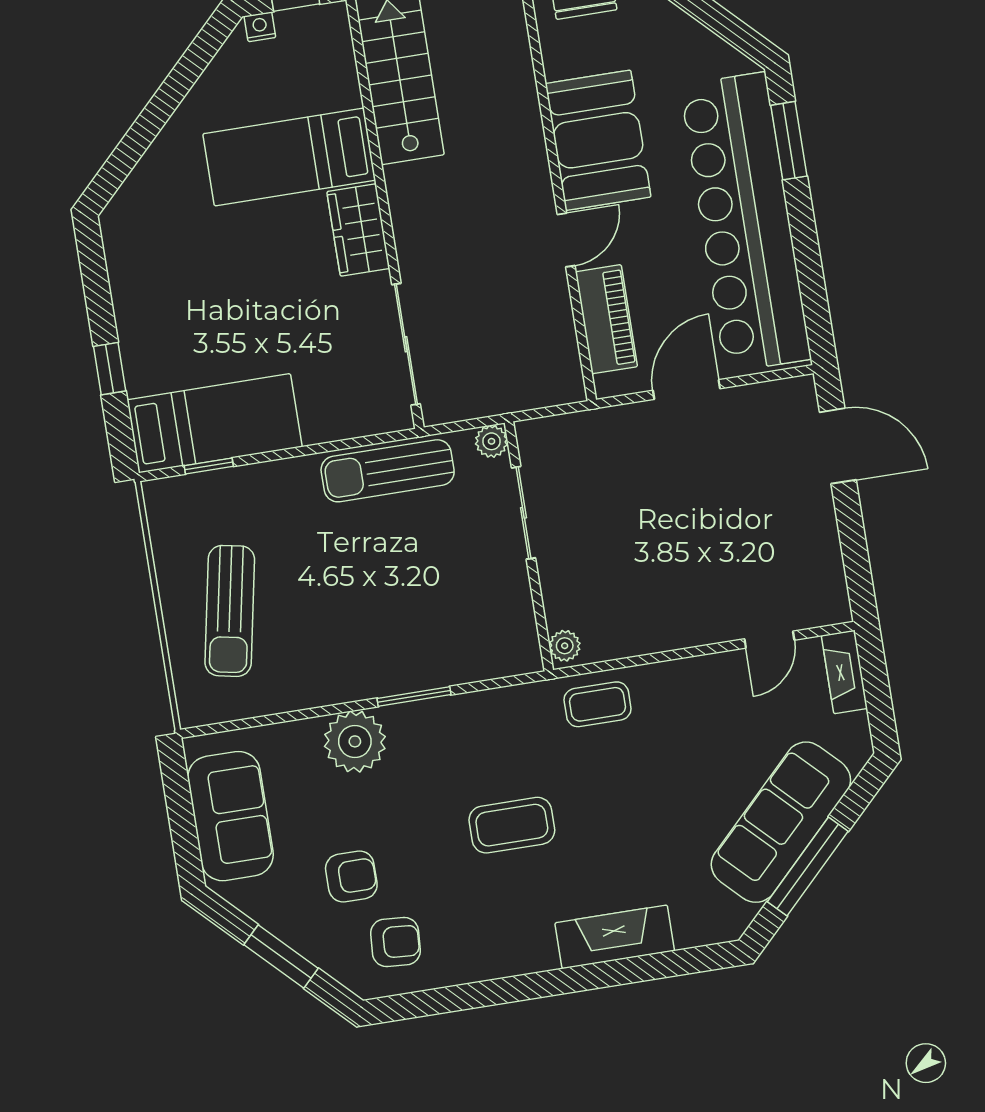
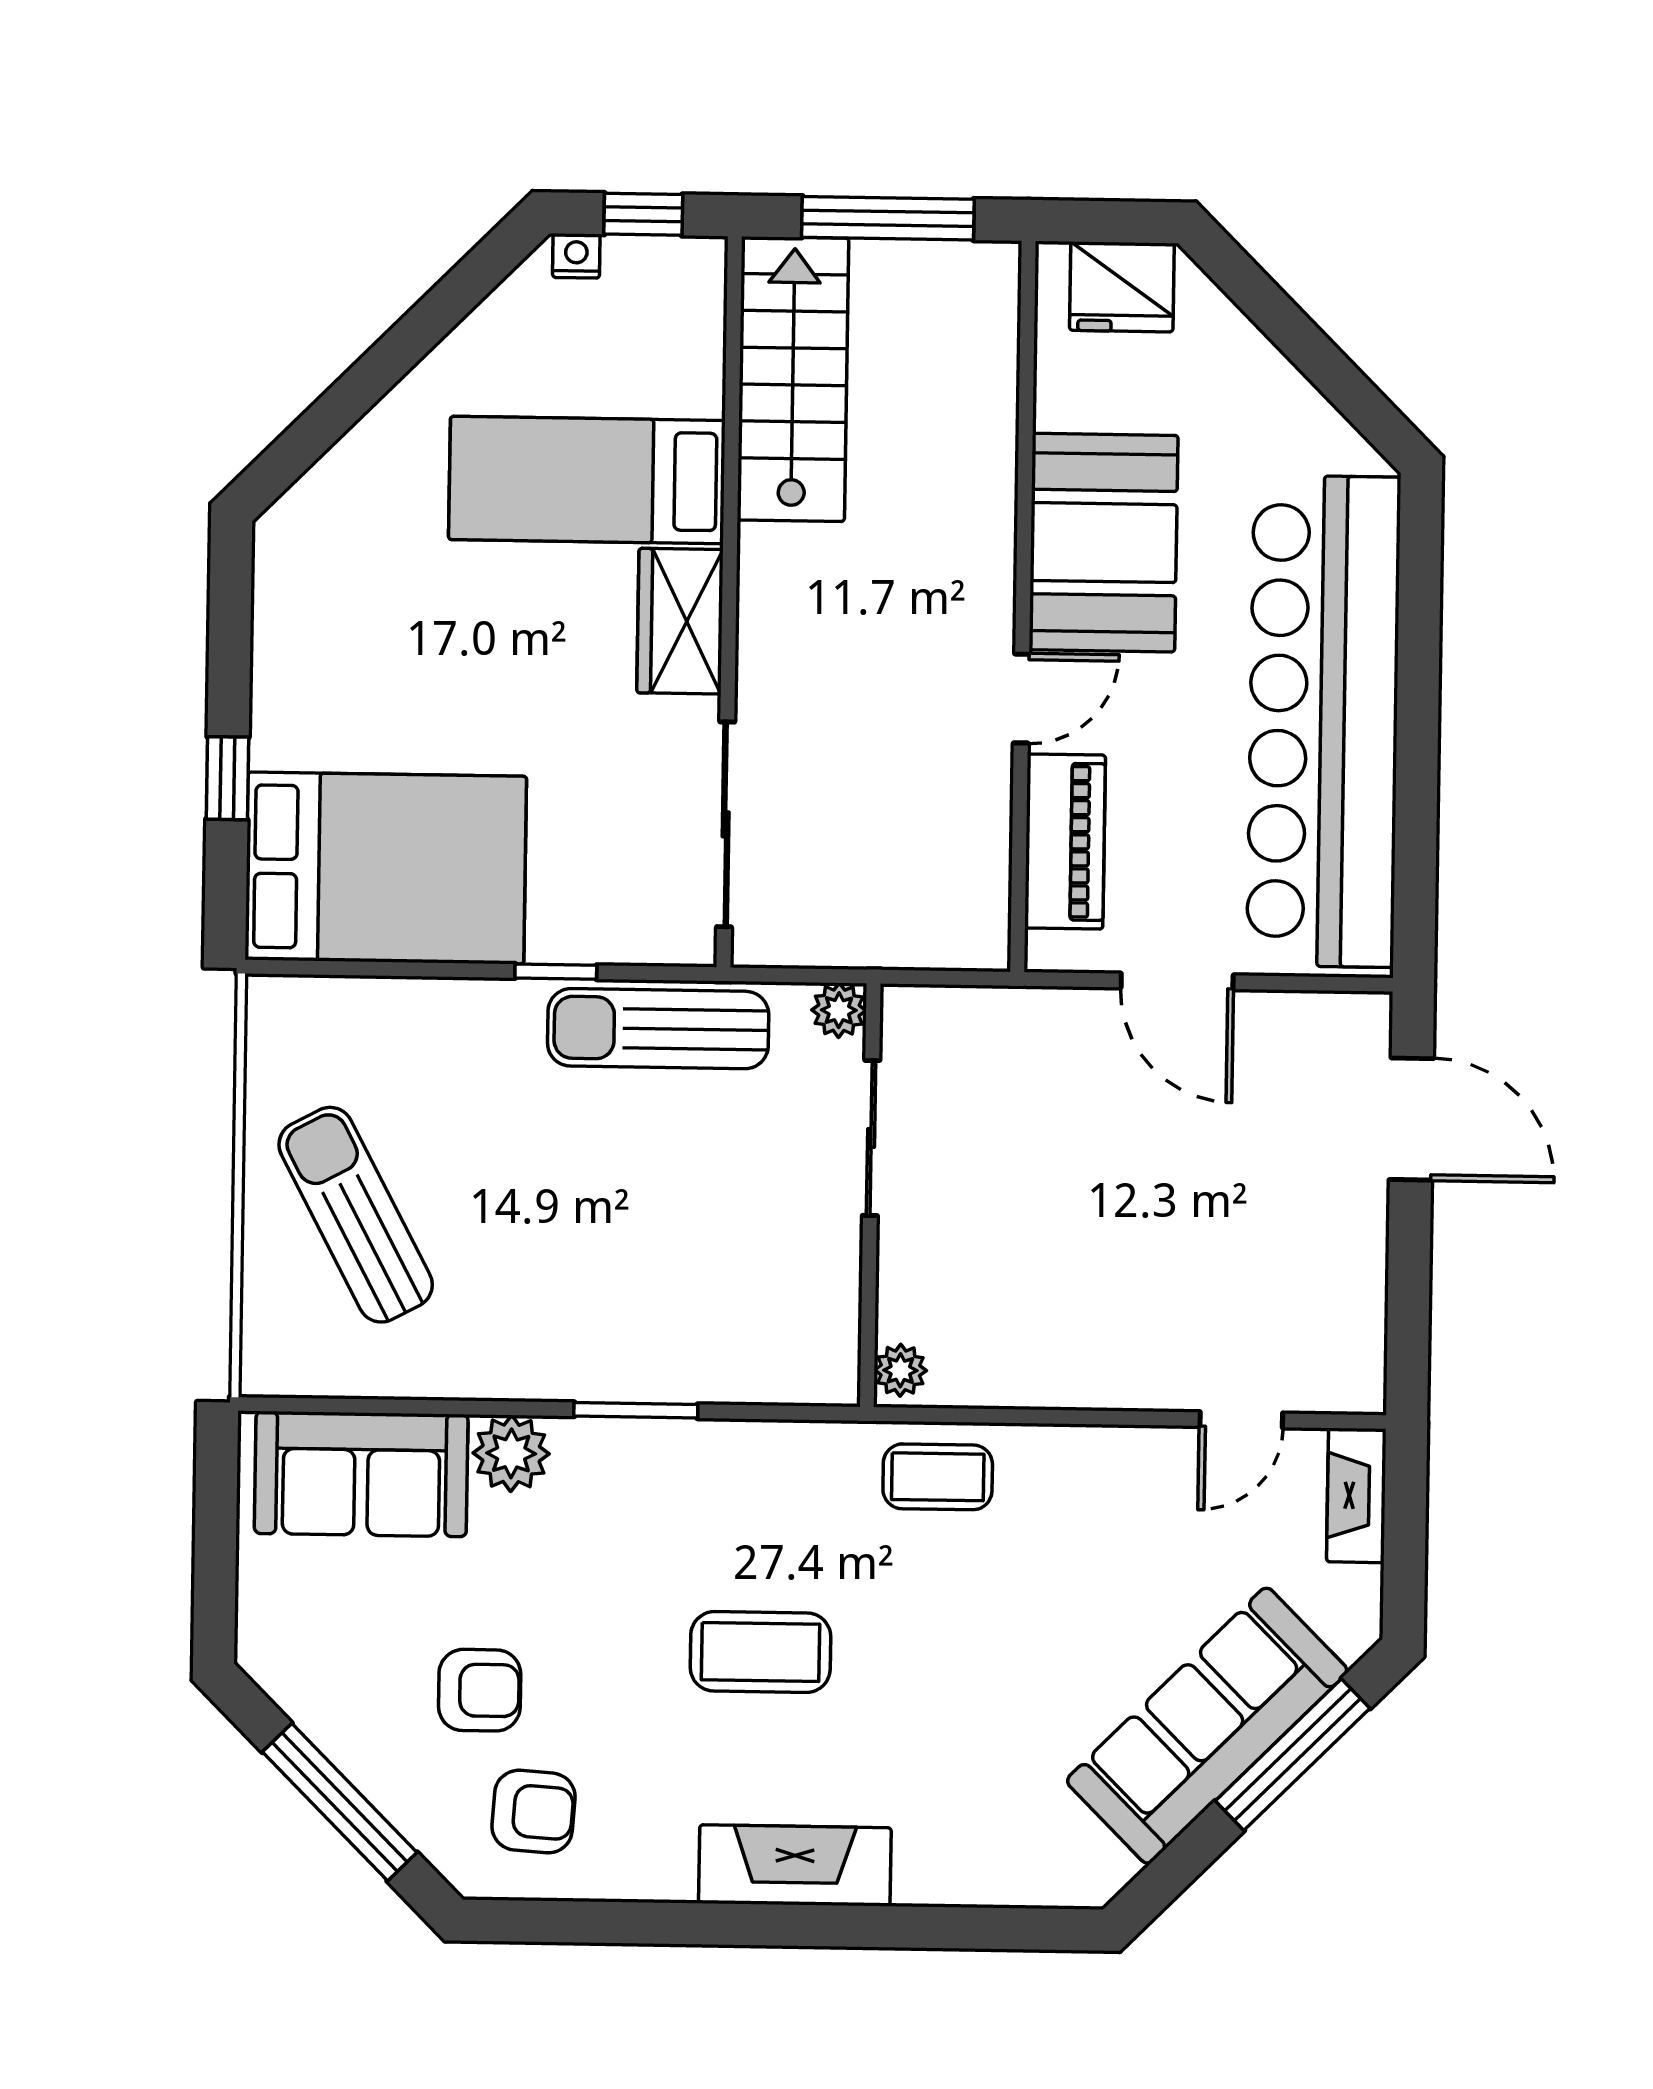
window: (789, 141) -> (1419, 599), removed
door: (687, 390) -> (1177, 981), swing flipped
bed: (215, 423) -> (386, 868), width x1.50
window: (209, 466) -> (556, 972), moved
sun lounger: (230, 611) -> (356, 1215), turned 141
plant: (355, 741) -> (511, 1453), width x0.73, depth x0.73
sofa: (230, 816) -> (361, 1474), moved, turned 90
window: (808, 866) -> (1293, 1755), moved
fireplace: (615, 937) -> (795, 1865), moved
window: (281, 956) -> (340, 1802), width x1.44

